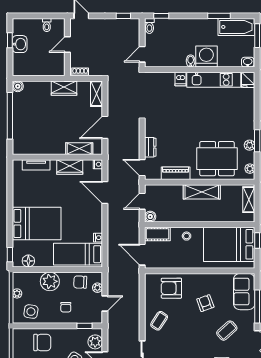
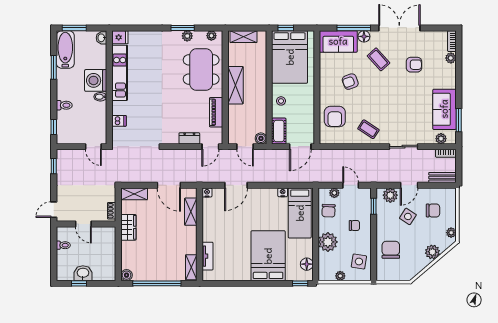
toilet: (149, 26) -> (64, 105), moved
dishwasher: (181, 79) -> (119, 121), moved
shelving: (25, 149) -> (191, 267), added
wardrobe: (70, 167) -> (210, 221), removed
floor lamp: (249, 316) -> (364, 36), added

